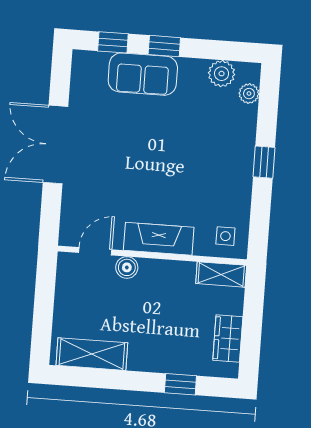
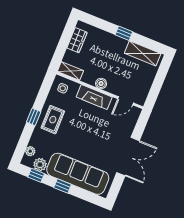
window: (113, 42) -> (36, 175), moved
sofa: (143, 74) -> (78, 174), width x1.85, depth x1.27
rug: (225, 169) -> (53, 120), added
boiler: (127, 267) -> (101, 84), moved
window: (180, 384) -> (124, 33), moved

